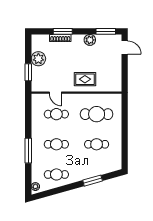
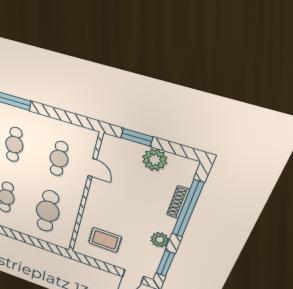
window: (63, 31) -> (188, 209), width x2.11
rug: (85, 79) -> (105, 240), moved, turned 90
door: (55, 93) -> (92, 168), swing flipped

